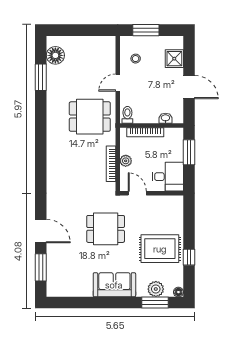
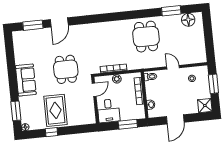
shower: (174, 59) -> (205, 106), moved
dining table: (90, 117) -> (146, 37), moved
plant: (156, 289) -> (26, 110), removed

